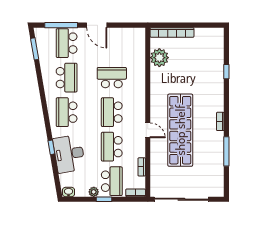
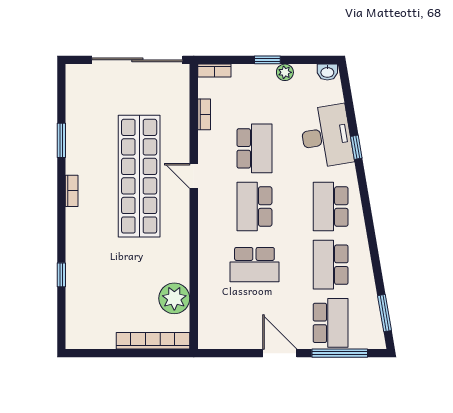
school desk: (67, 112) -> (331, 207), turned 180
school desk: (112, 112) -> (254, 207), turned 180
window: (226, 151) -> (61, 140), width x0.69
school desk: (112, 181) -> (254, 90), removed

